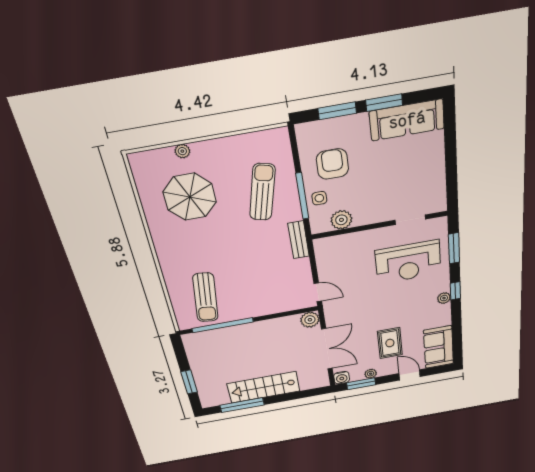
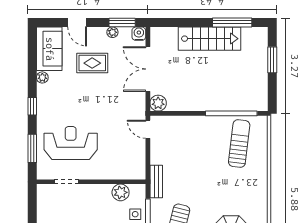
plant: (444, 298) -> (42, 77), moved
rug: (390, 343) -> (92, 63), turned 90

